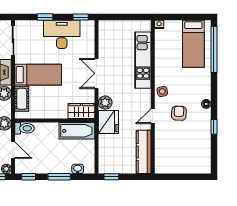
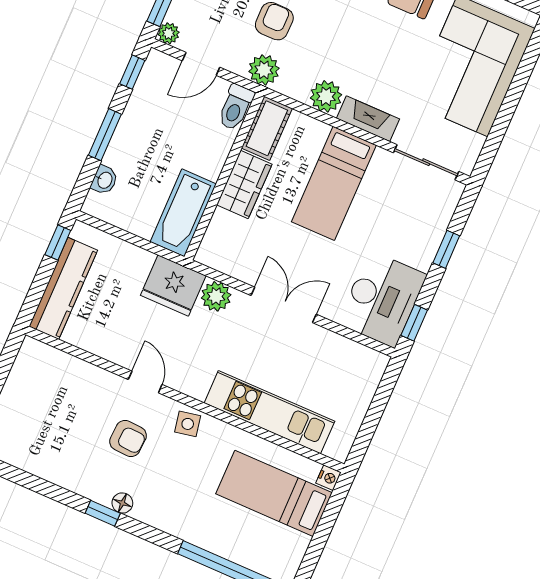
desk: (62, 34) -> (382, 299), moved
bed: (193, 44) -> (274, 493), moved
cot: (22, 99) -> (267, 128), moved, turned 90
wardrobe: (81, 111) -> (244, 185), moved
window: (214, 127) -> (103, 513), moved
kitchen counter: (144, 152) -> (63, 288), moved, turned 90

